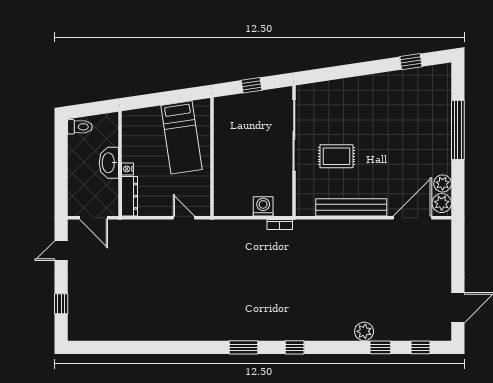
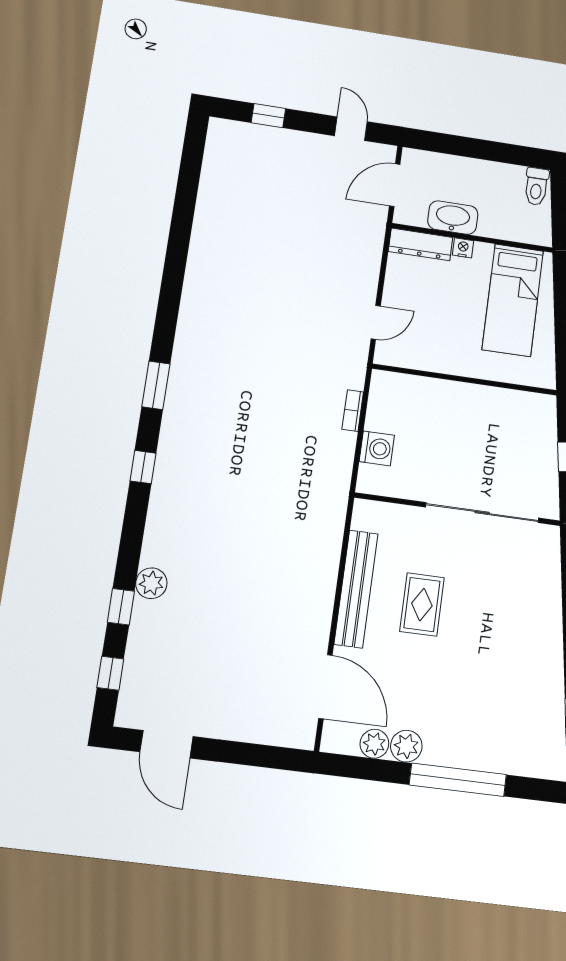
bed: (181, 137) -> (513, 300), moved, turned -82
rug: (337, 156) -> (422, 605), moved
washbasin: (109, 163) -> (453, 218), moved
plant: (442, 203) -> (406, 746), moved
bookcase: (280, 225) -> (353, 410), moved

